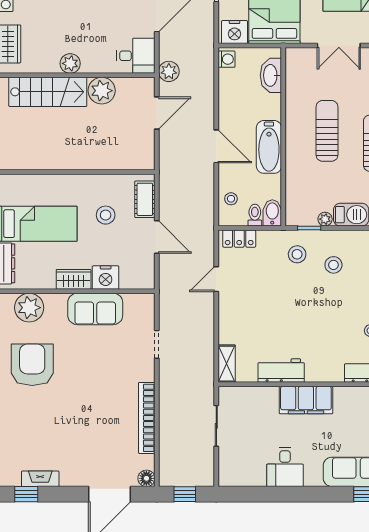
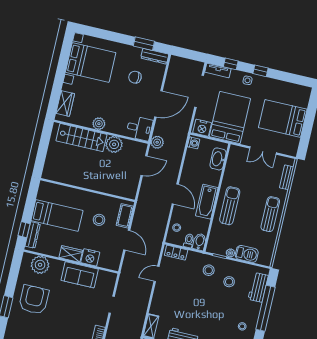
sun lounger: (327, 131) -> (230, 206), moved

